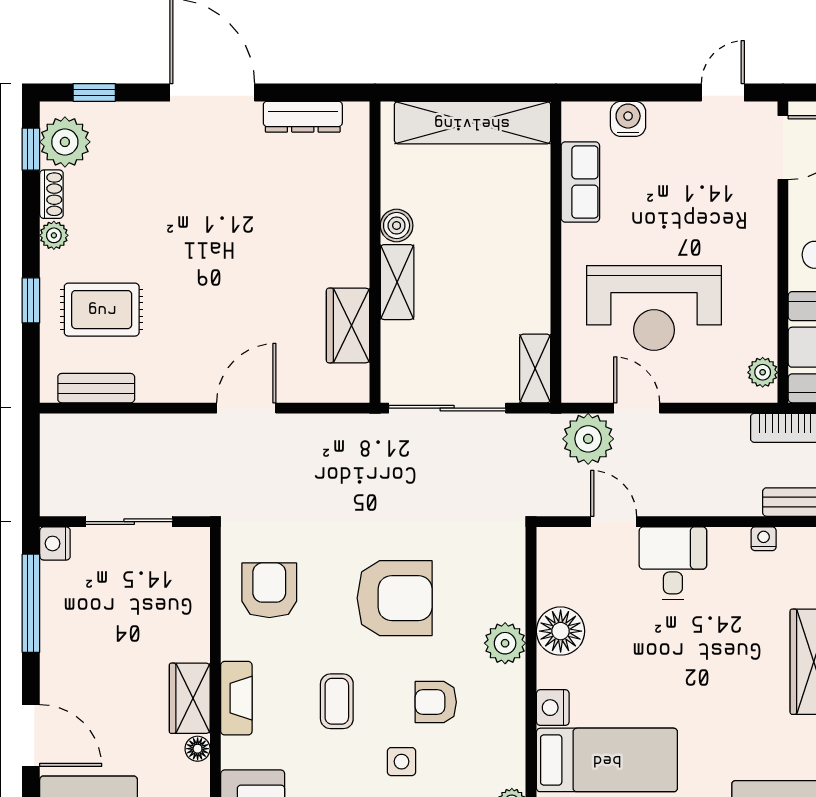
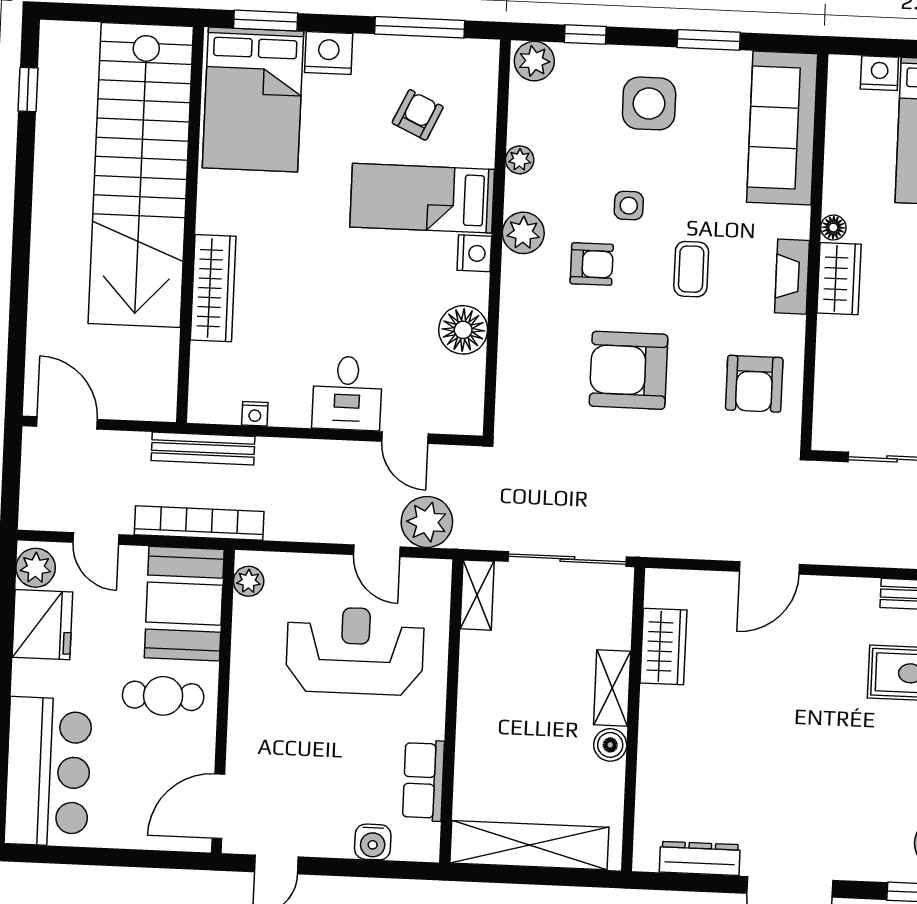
plant: (505, 643) -> (523, 233), moved

